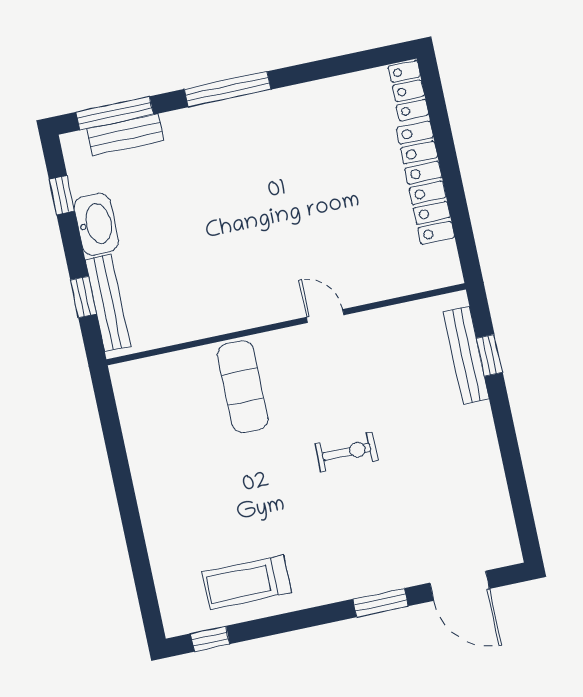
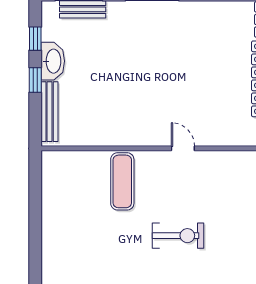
window: (83, 297) -> (35, 80), moved
exercise bike: (347, 452) -> (178, 236), width x1.38, depth x1.39

